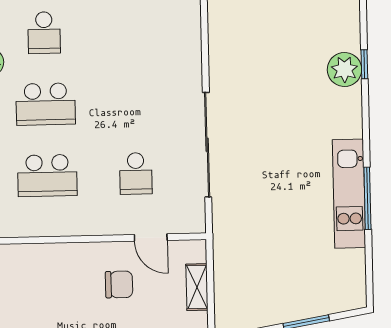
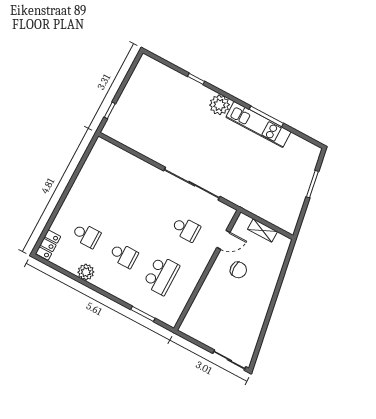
plant: (344, 69) -> (219, 105), moved
school desk: (46, 104) -> (124, 255), width x0.54
chair: (119, 284) -> (238, 270), turned 90

